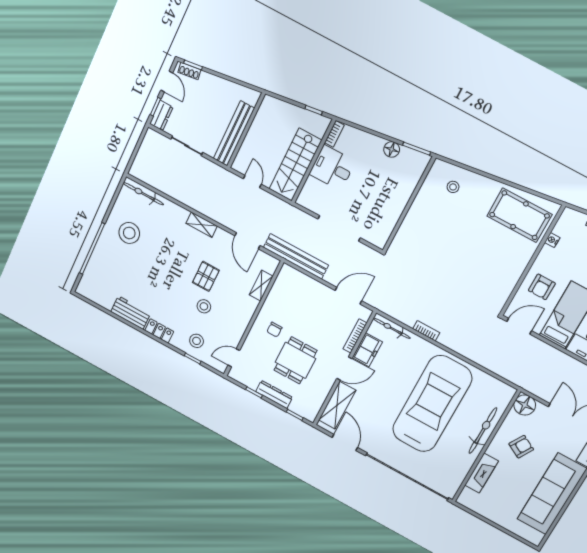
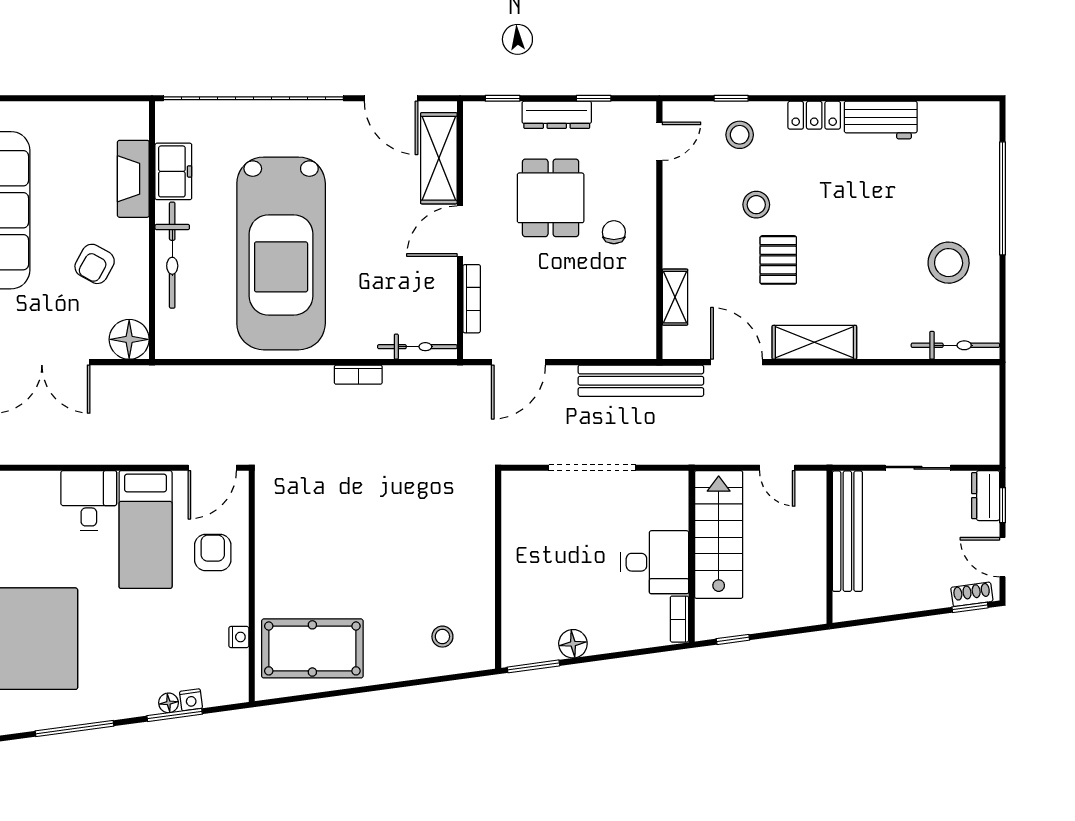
shelving: (202, 225) -> (814, 342), width x1.50, depth x1.33
freezer: (367, 350) -> (173, 171), moved, turned 180

